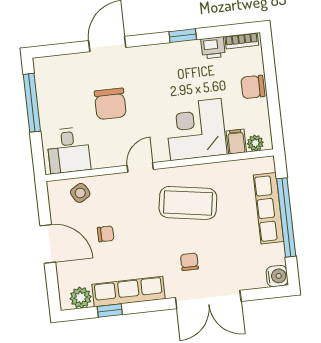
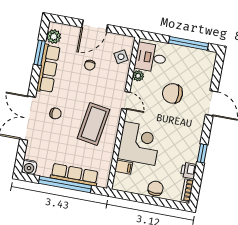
plant: (255, 143) -> (138, 76), moved
window: (110, 311) -> (40, 53), width x1.50

